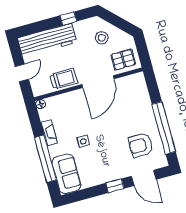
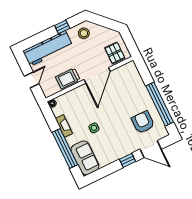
stool: (102, 38) -> (84, 33), moved
pallet: (123, 60) -> (115, 53), turned 90
trolley: (64, 79) -> (68, 78), turned 180
armchair: (141, 145) -> (143, 122), turned 90

